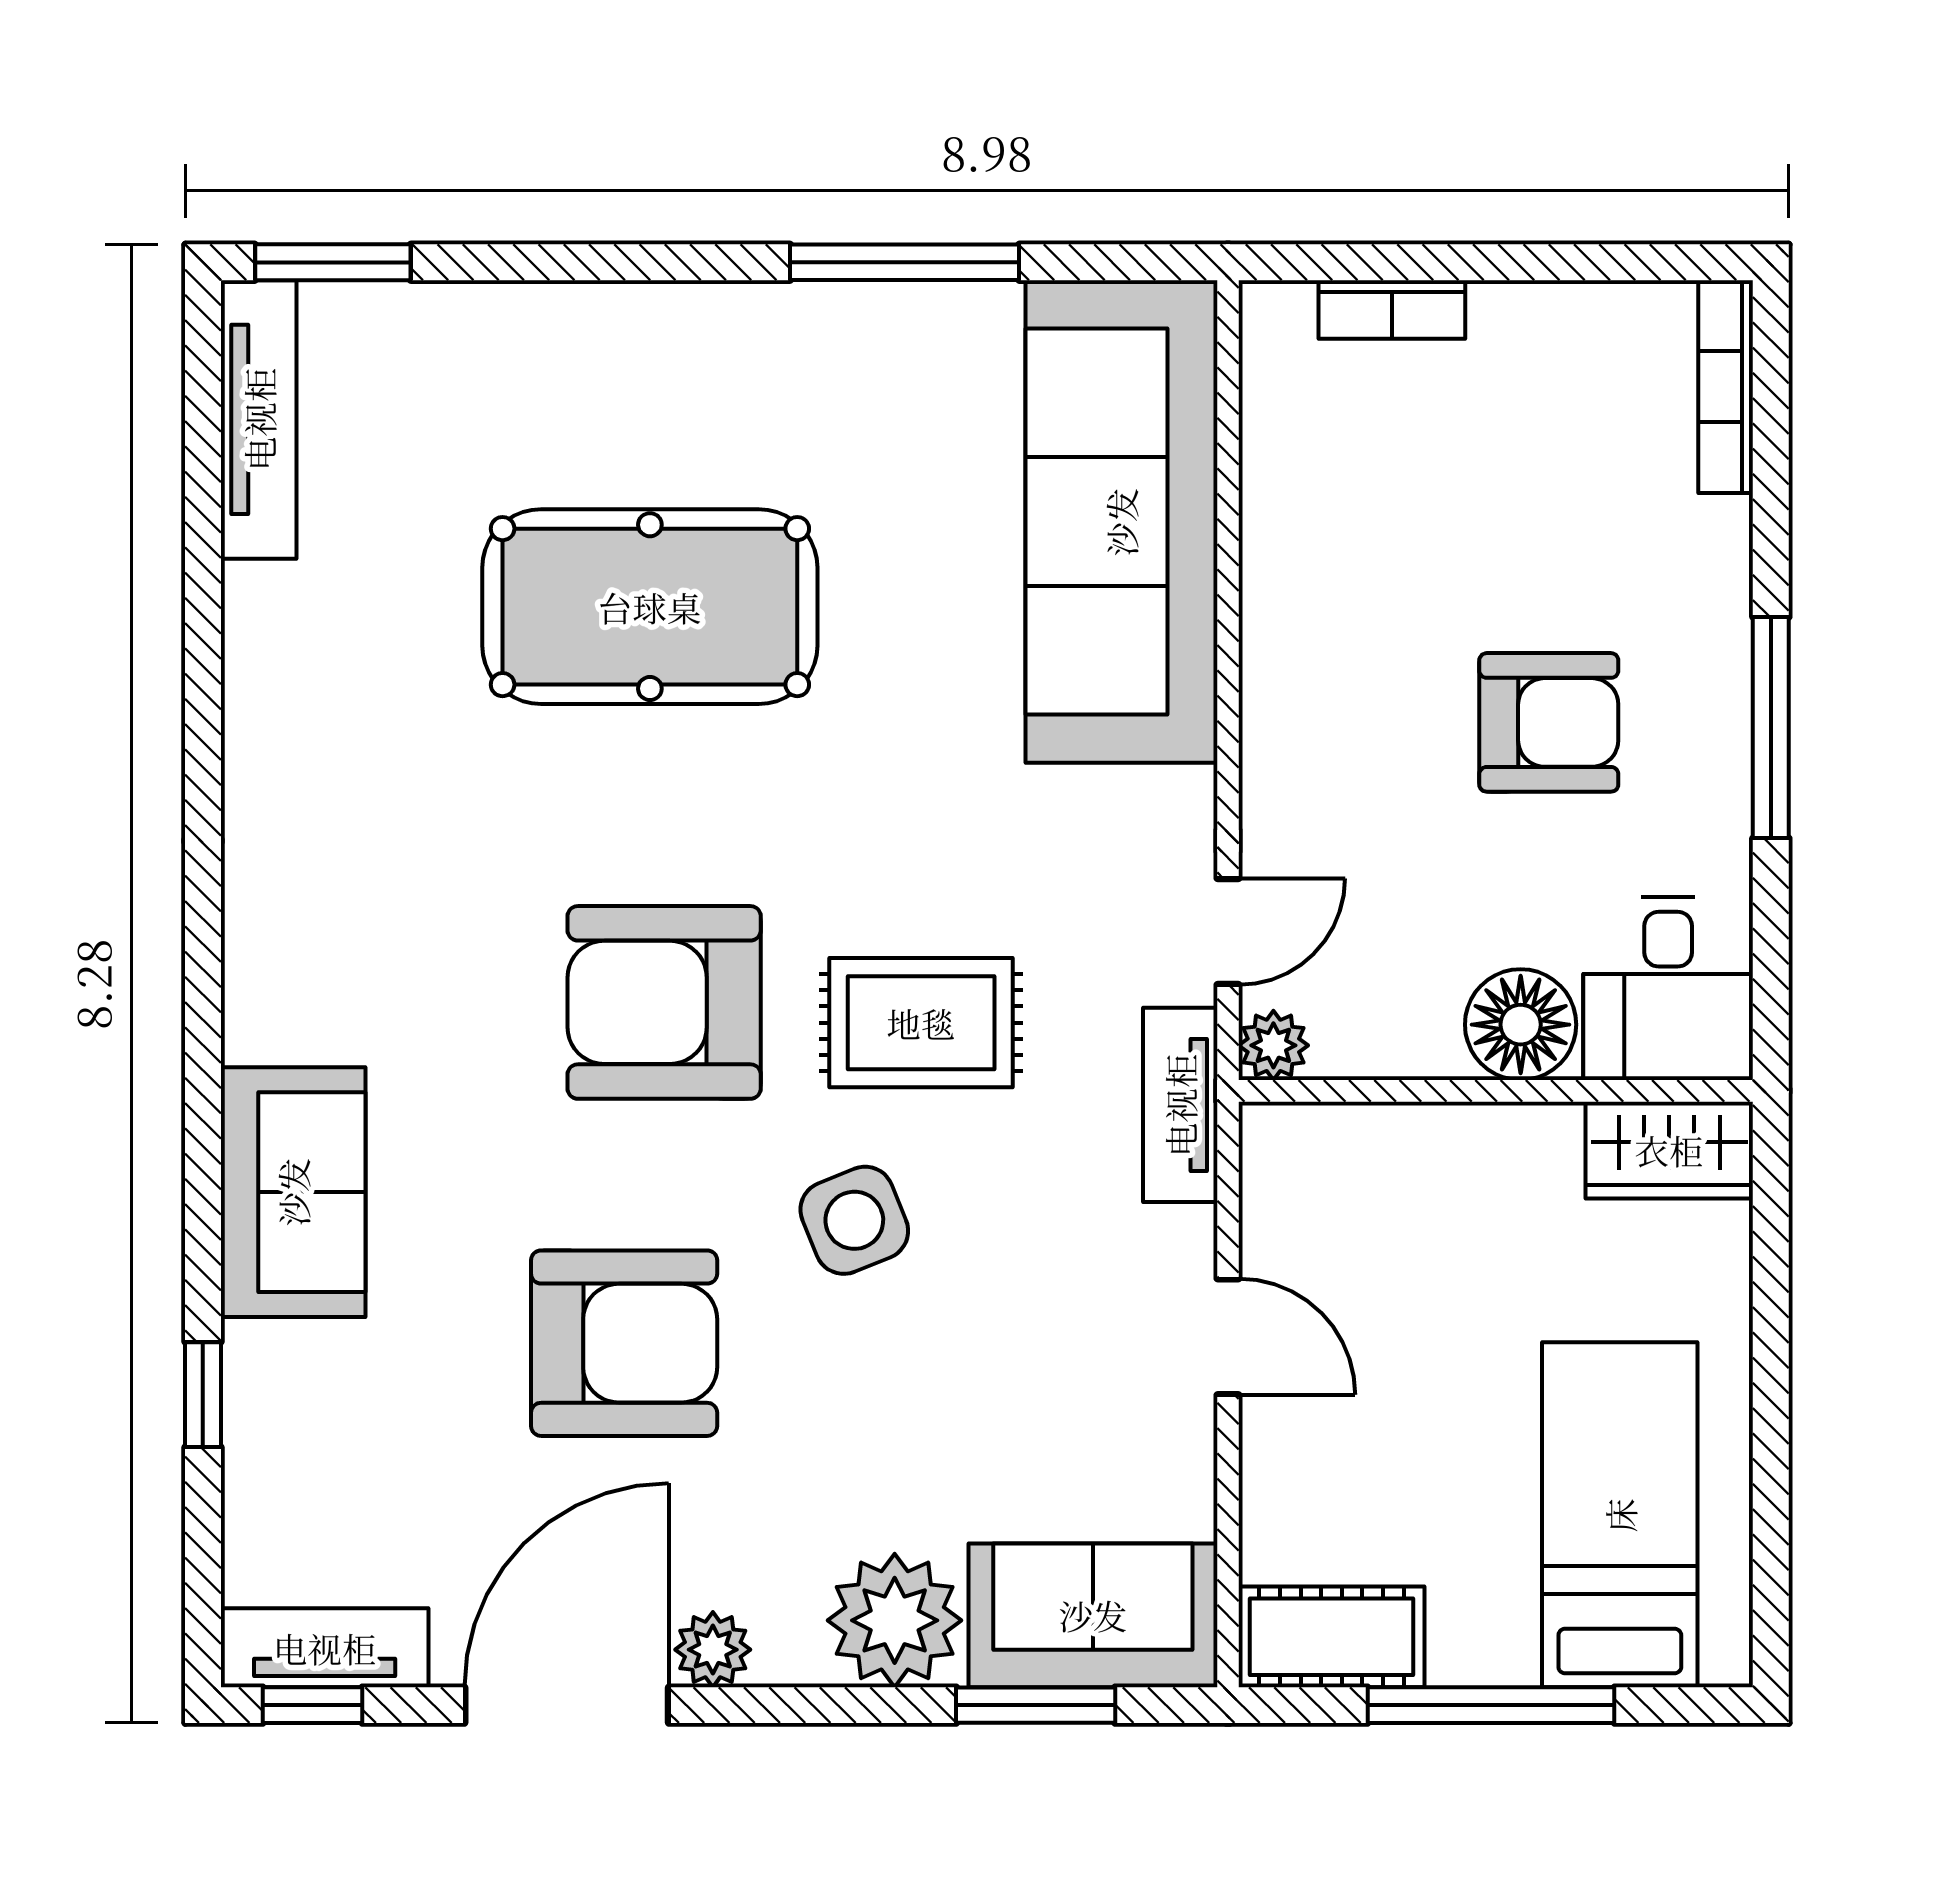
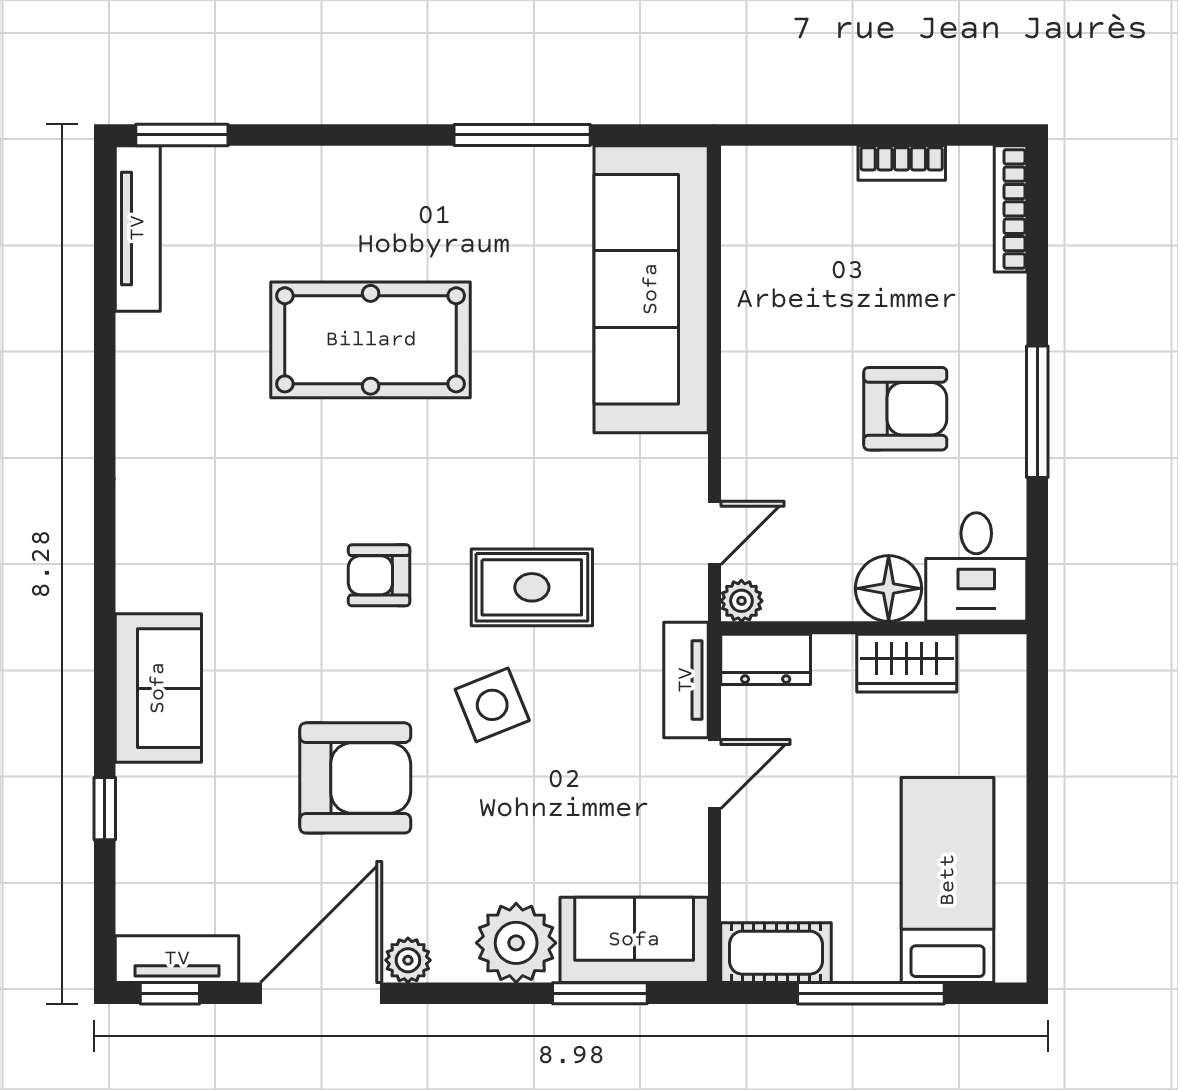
bookcase: (1392, 309) -> (902, 163), moved
armchair: (664, 1002) -> (379, 575), width x0.53, depth x0.53
tv unit: (1180, 1105) -> (686, 680), moved
dresser: (1314, 1144) -> (766, 659), added
wardrobe: (1669, 1150) -> (907, 663), moved
door: (1228, 1337) -> (714, 774), hinge flipped

